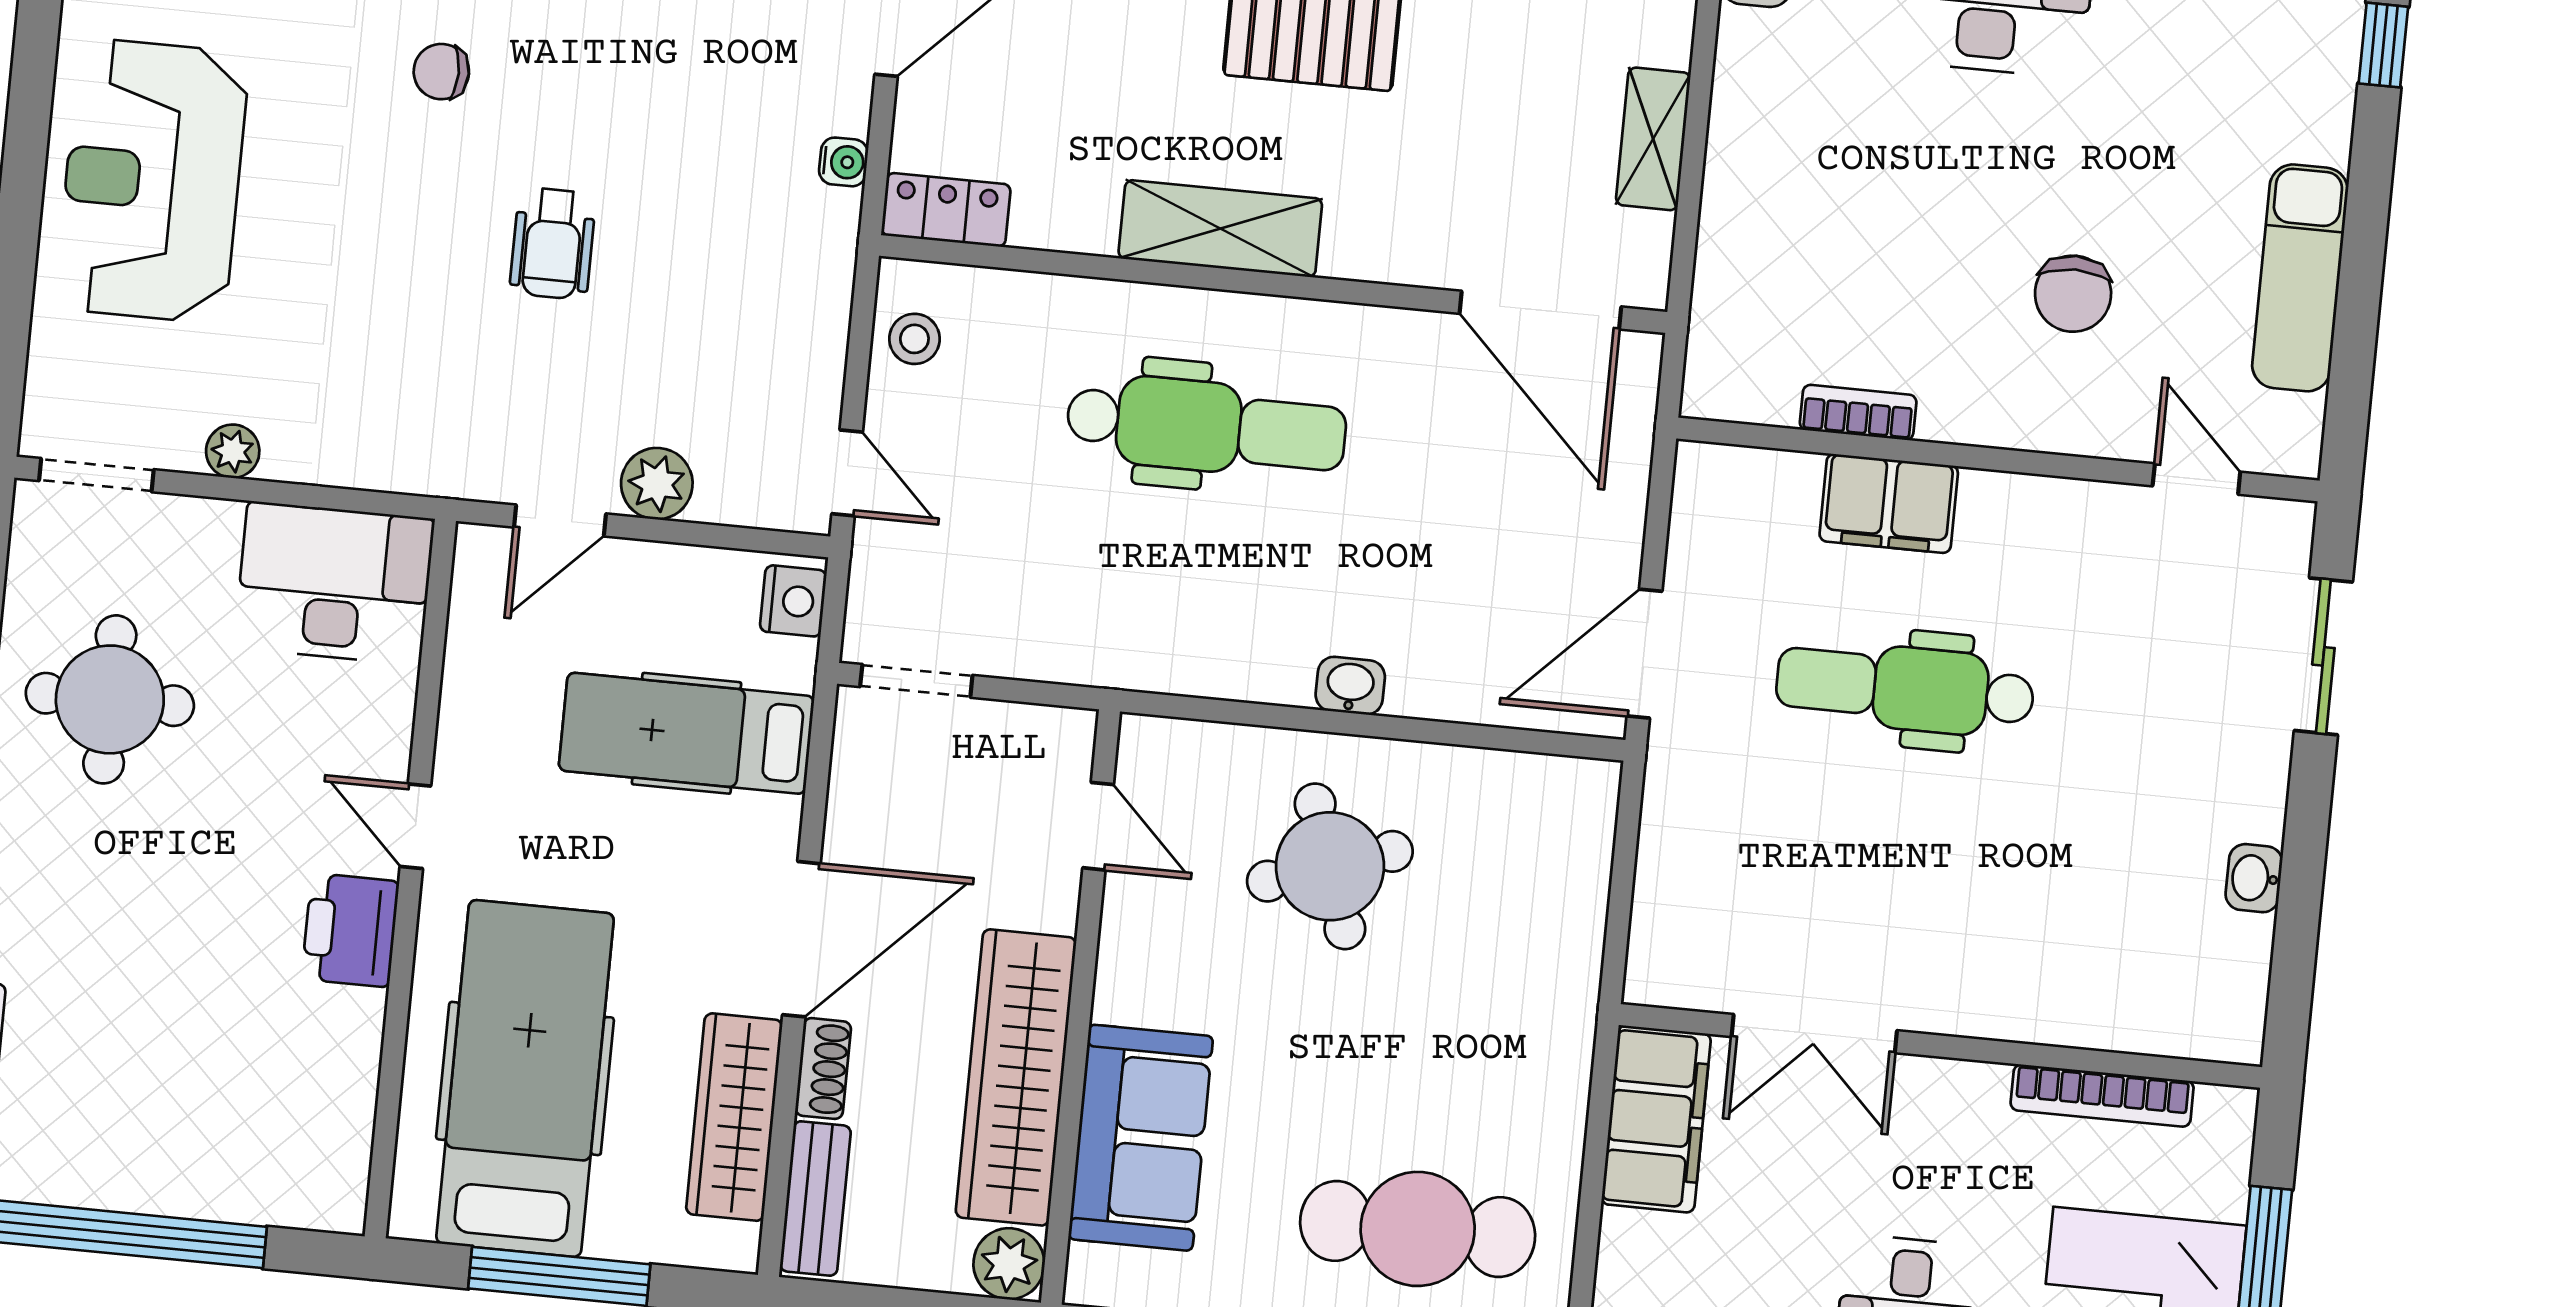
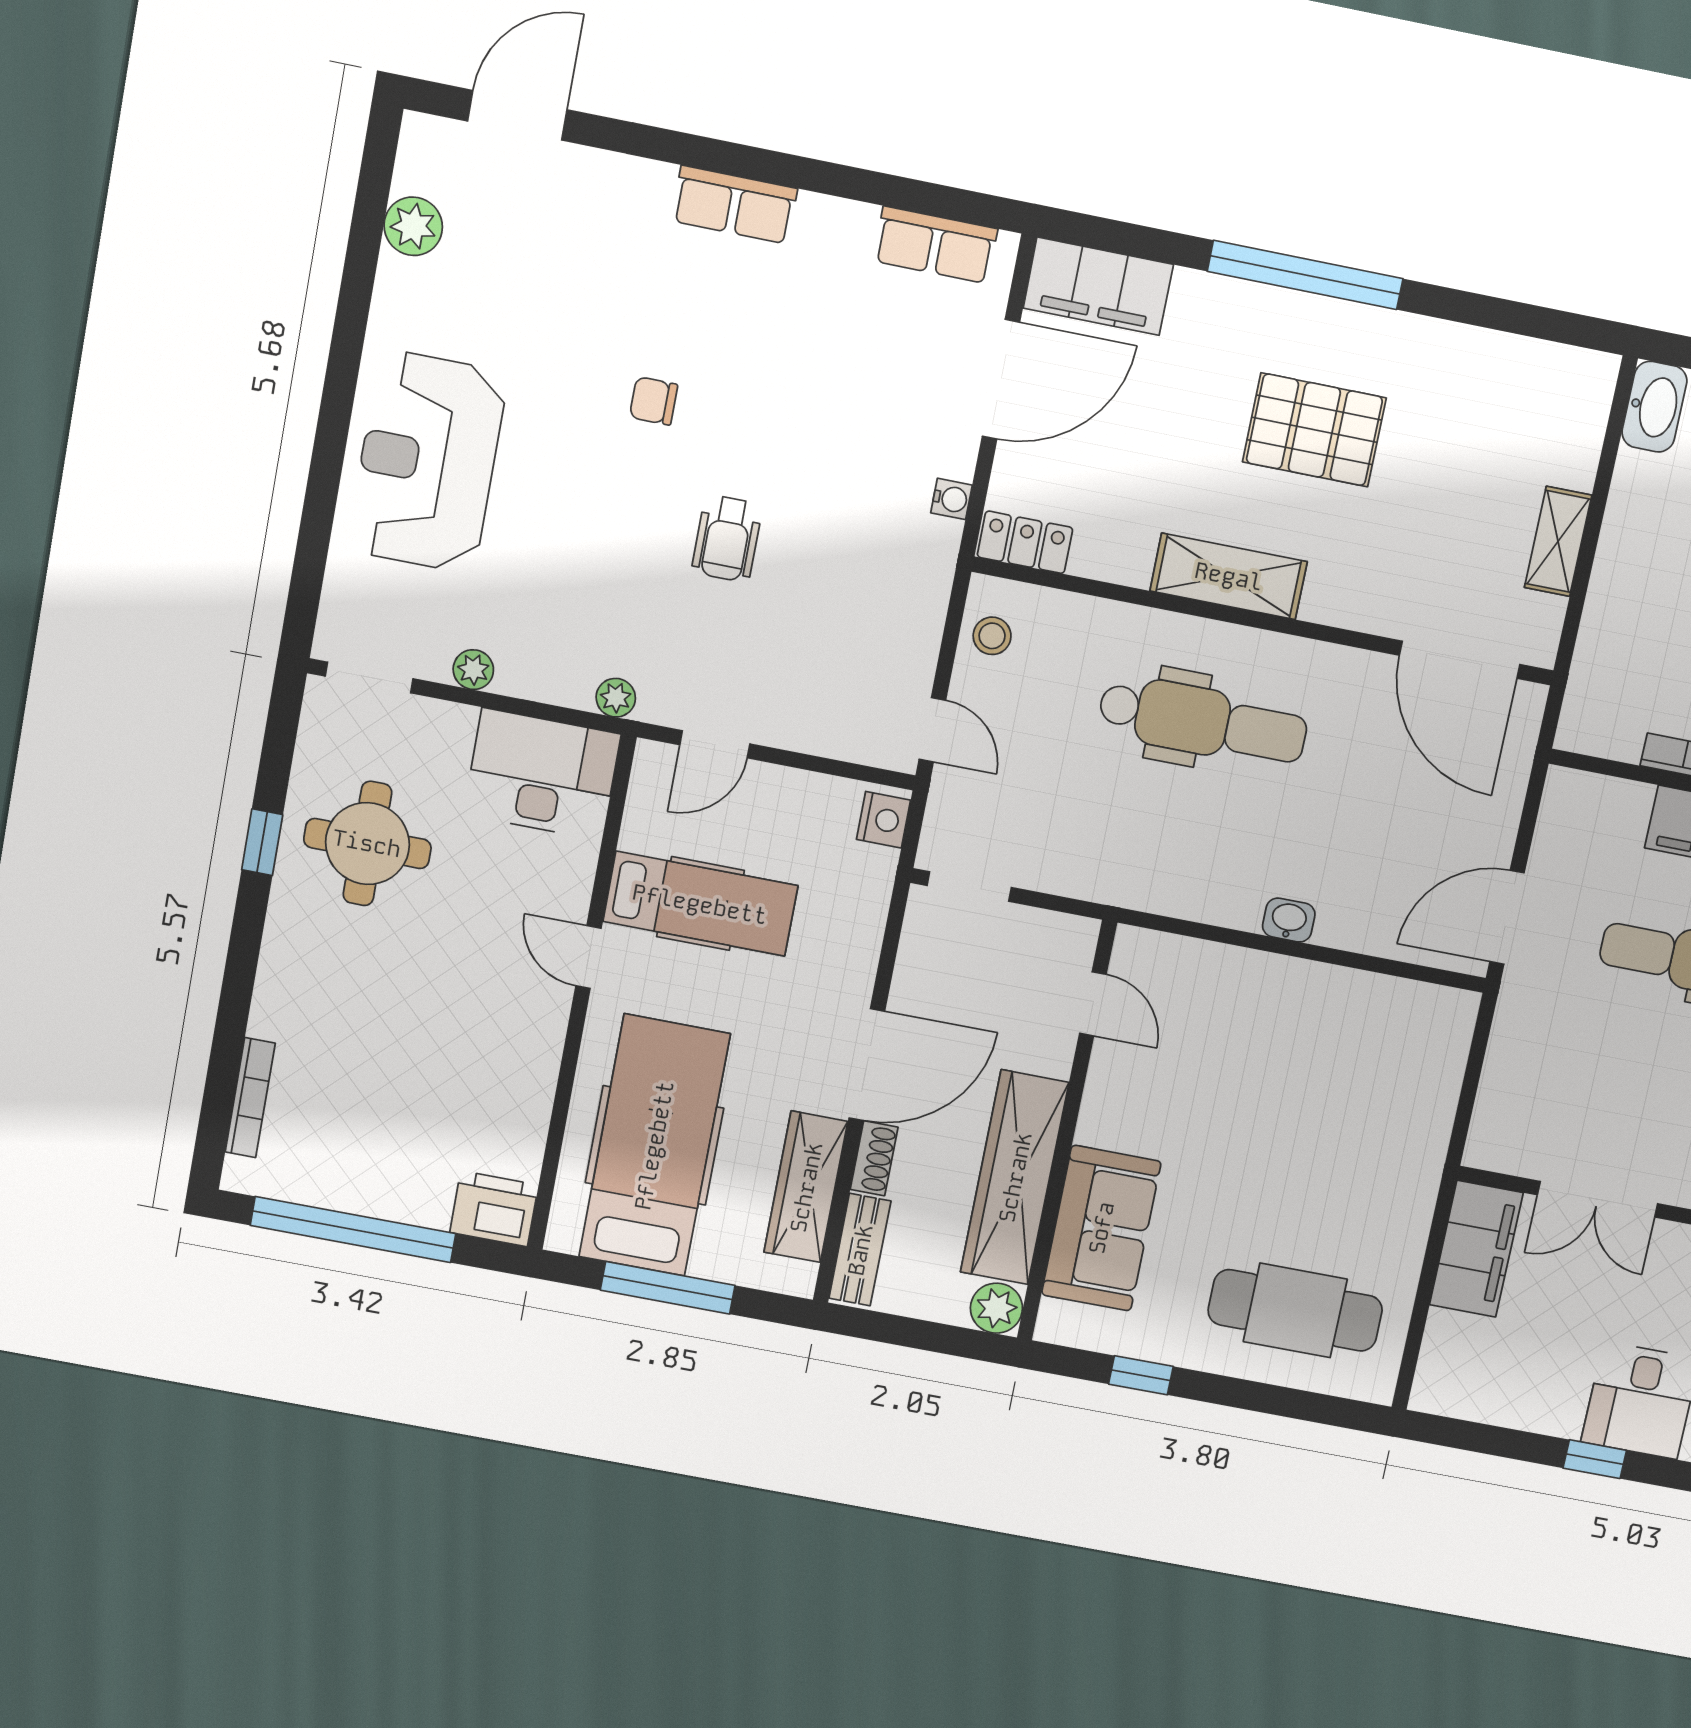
plant: (657, 484) -> (616, 698), moved, width x0.73, depth x0.73
hospital bed: (686, 733) -> (700, 904), moved, turned 180
round table: (1330, 866) -> (1260, 1048), removed
printer: (350, 930) -> (494, 1209), moved, turned 90

